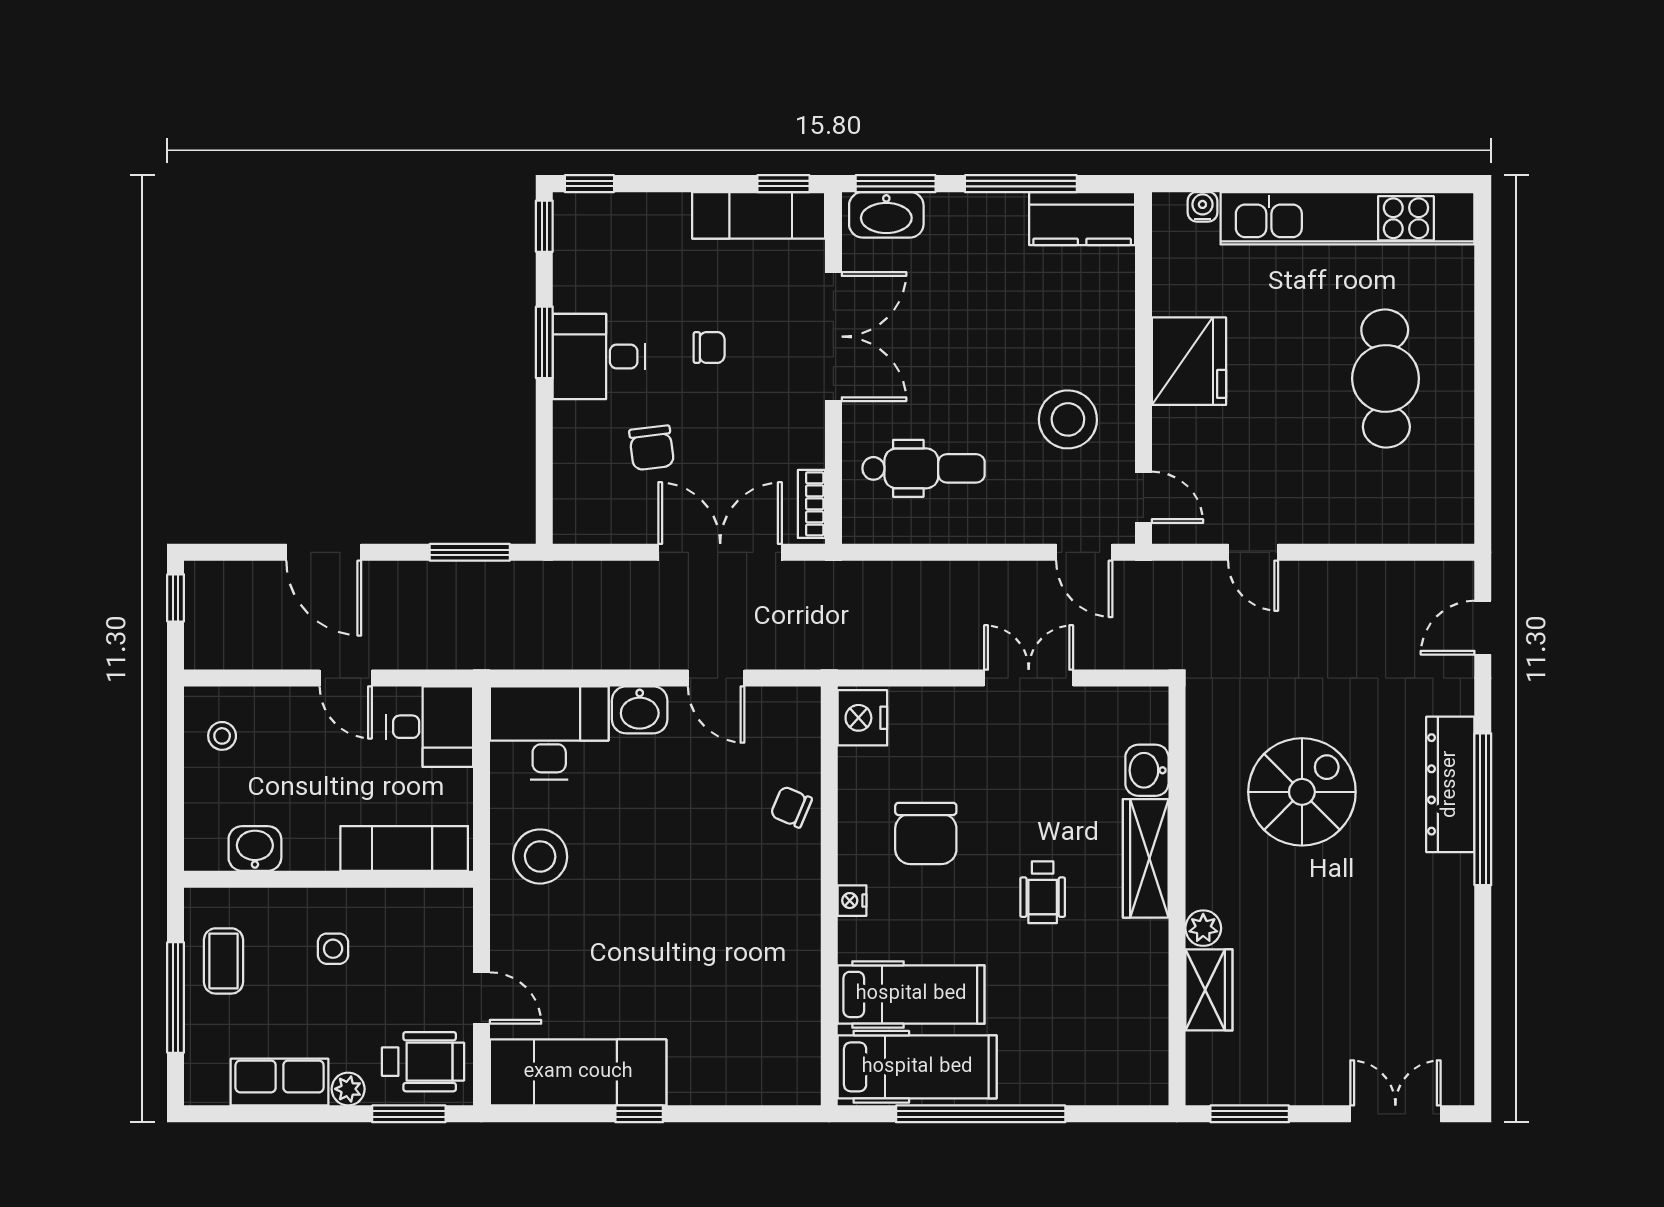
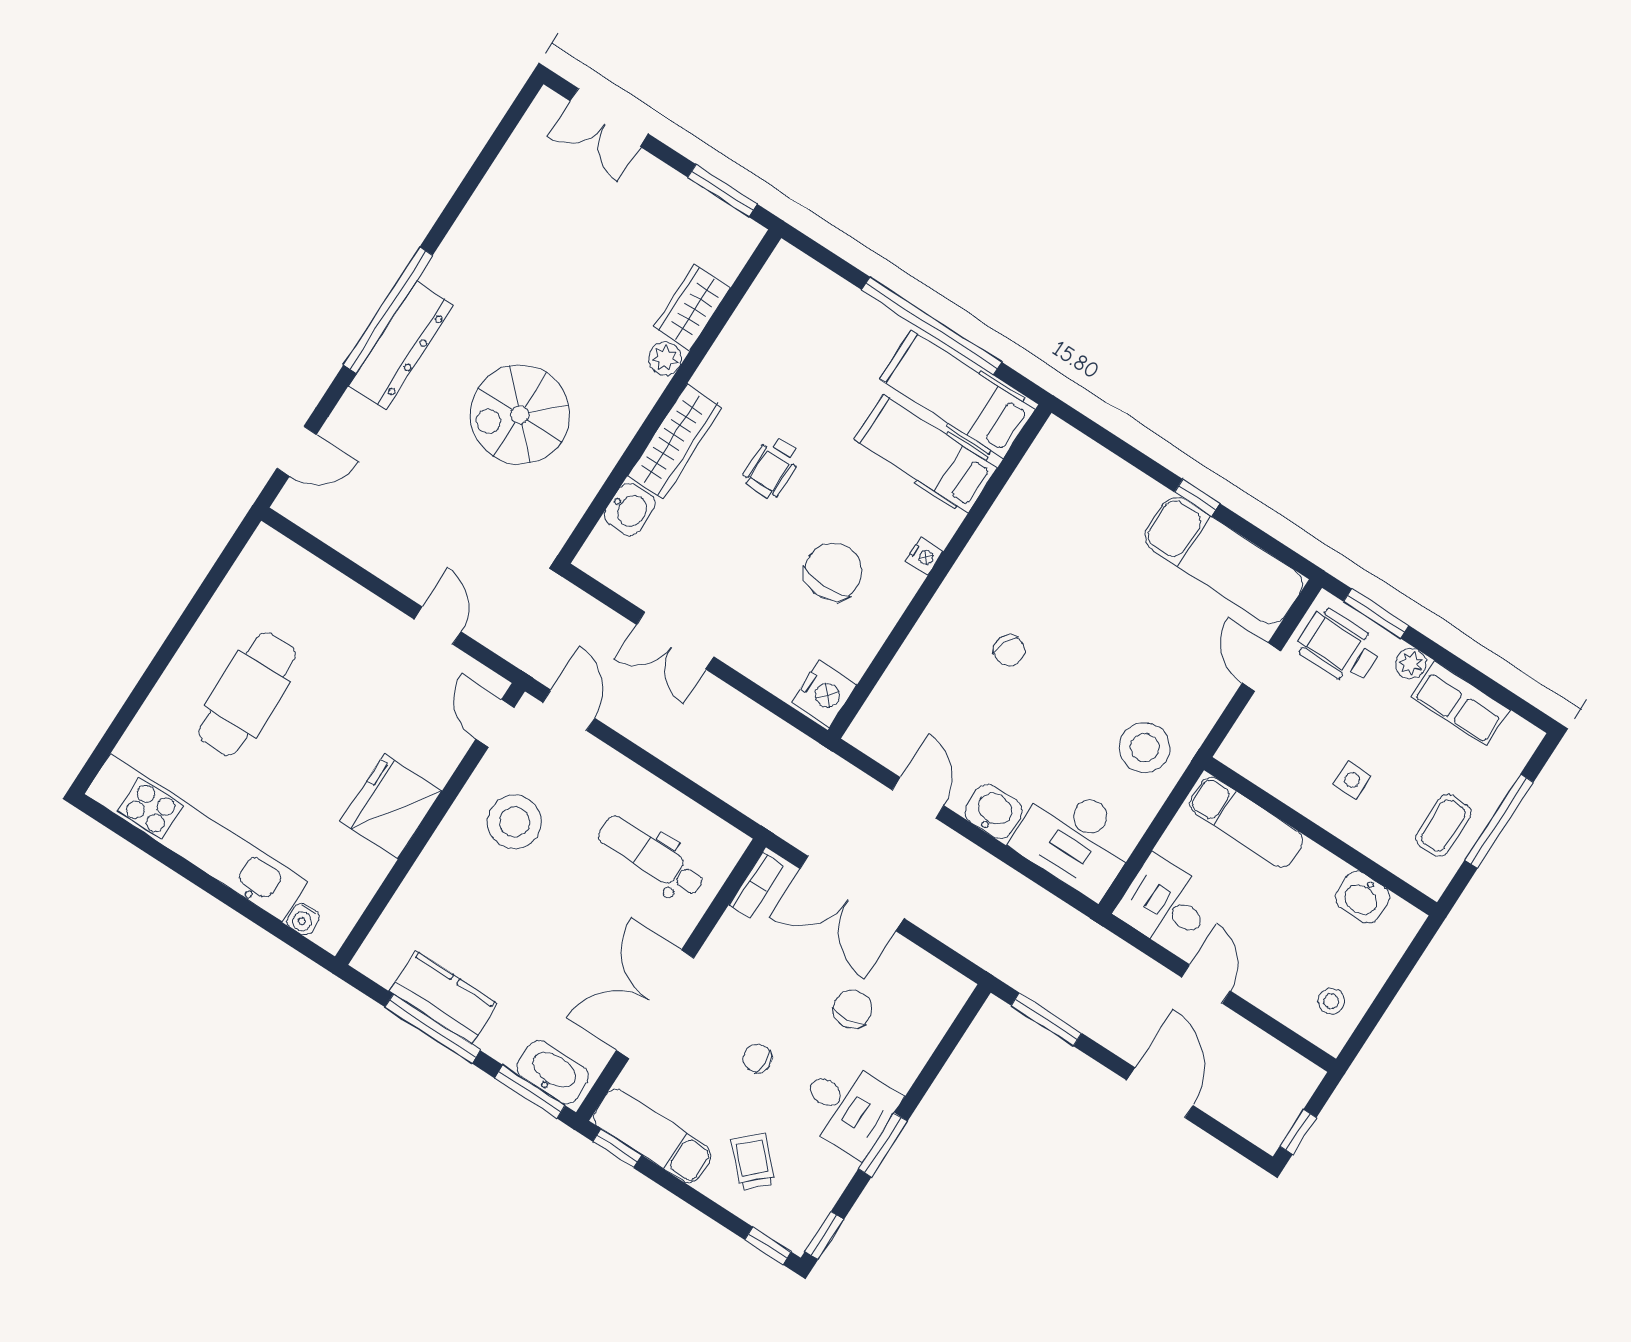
kitchen counter: (1082, 219) -> (443, 997), moved
trolley: (653, 251) -> (753, 1162), added
chair: (791, 807) -> (1009, 651), moved
wheelchair: (1043, 892) -> (772, 467), turned 180

